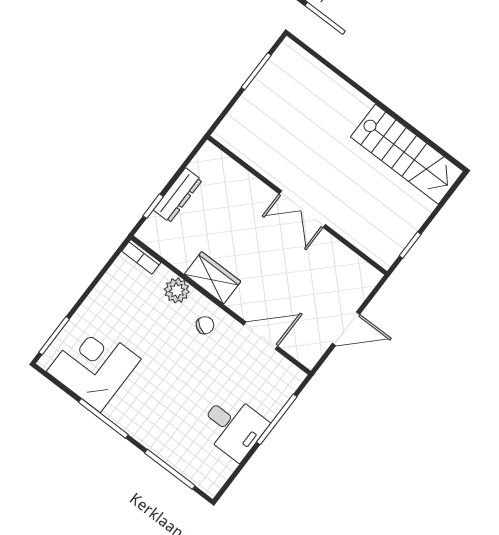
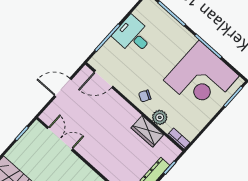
double door: (302, 209) -> (60, 139), moved
wardrobe: (213, 278) -> (147, 131), moved
door: (261, 336) -> (104, 79), moved
corner desk: (94, 365) -> (201, 78), width x1.36, depth x1.36

